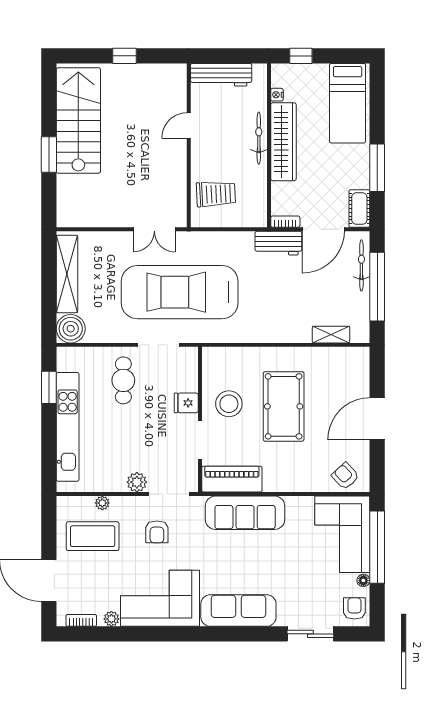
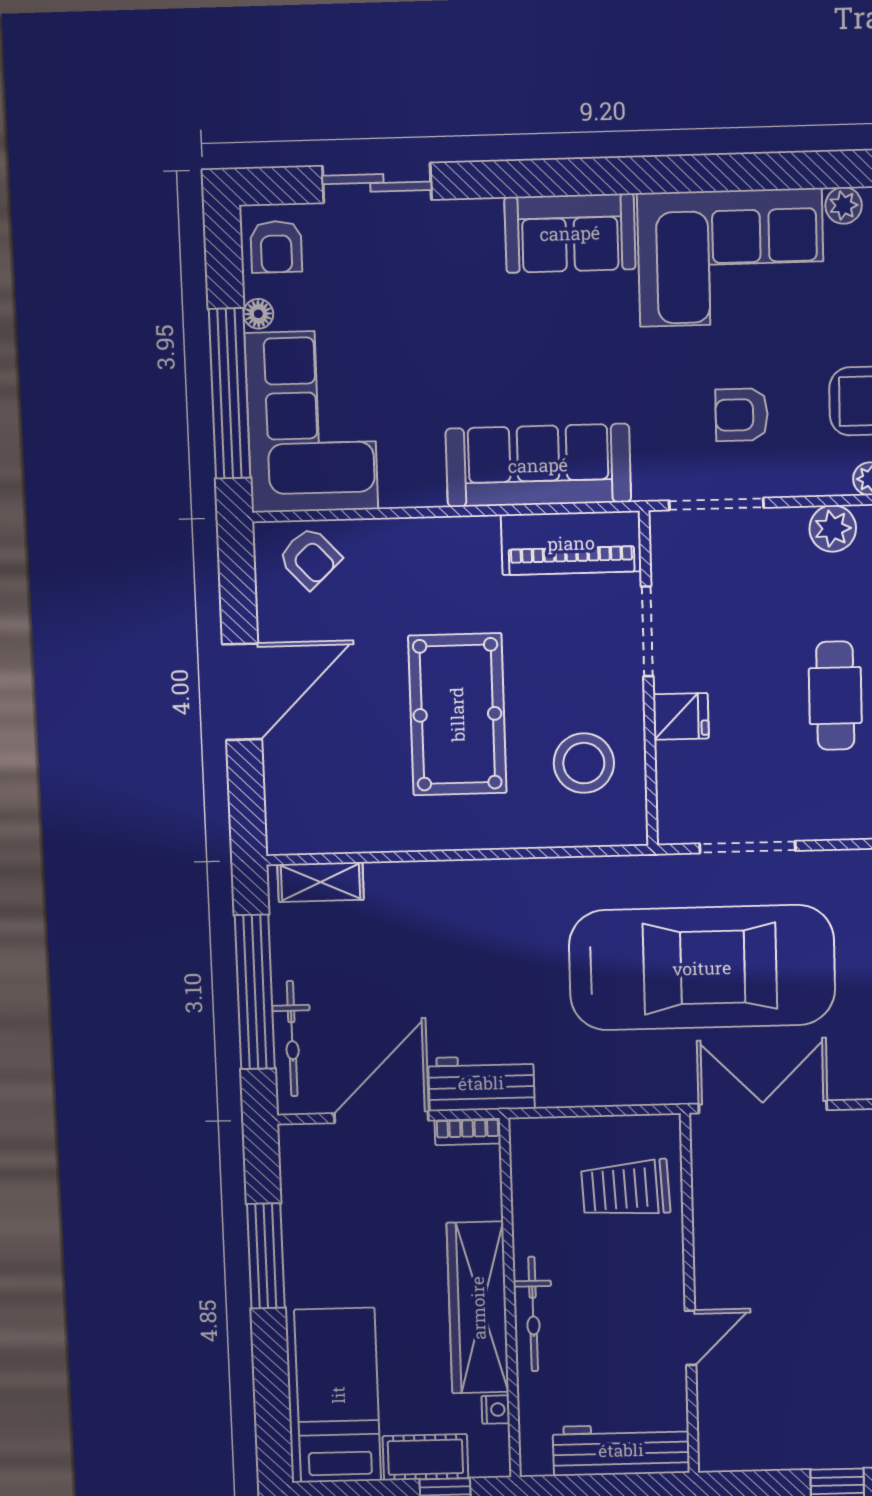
cot: (359, 208) -> (425, 1457), moved, turned 90
double door: (154, 229) -> (763, 1107), width x1.37
shelving: (331, 335) -> (321, 882), moved
cafe table: (123, 380) -> (835, 696), moved
stool: (229, 404) -> (584, 763), moved
plant: (137, 482) -> (833, 528), moved
armchair: (157, 532) -> (742, 415), turned -90
sofa: (238, 611) -> (570, 233), width x0.73

